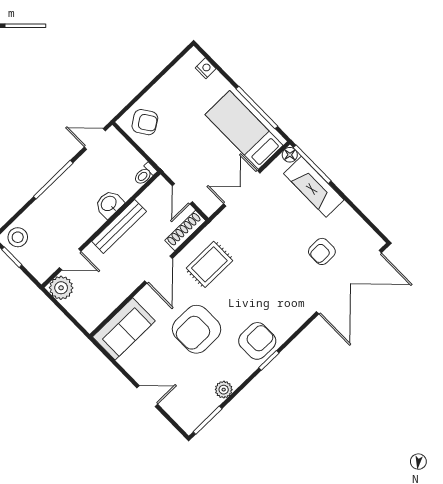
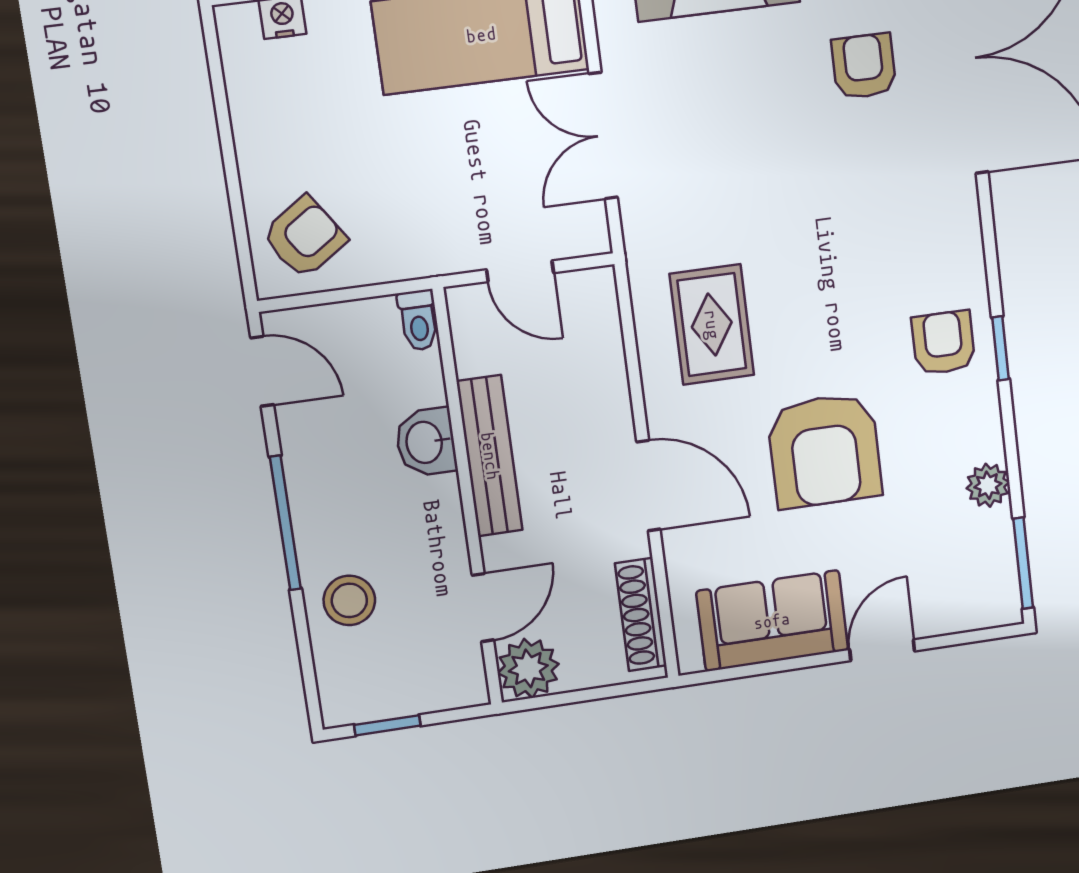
door: (95, 139) -> (262, 371), swing flipped
shoe rack: (185, 231) -> (641, 614), moved
stool: (18, 237) -> (349, 600), moved
armchair: (322, 251) -> (864, 66), turned 180
door: (158, 270) -> (648, 486), moved
sofa: (124, 329) -> (772, 621), moved, turned -90
armchair: (257, 341) -> (943, 343), width x0.72, depth x0.72

